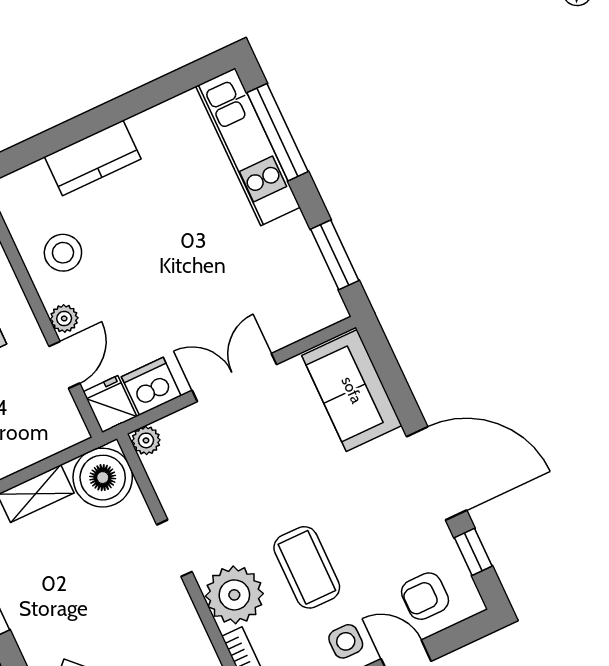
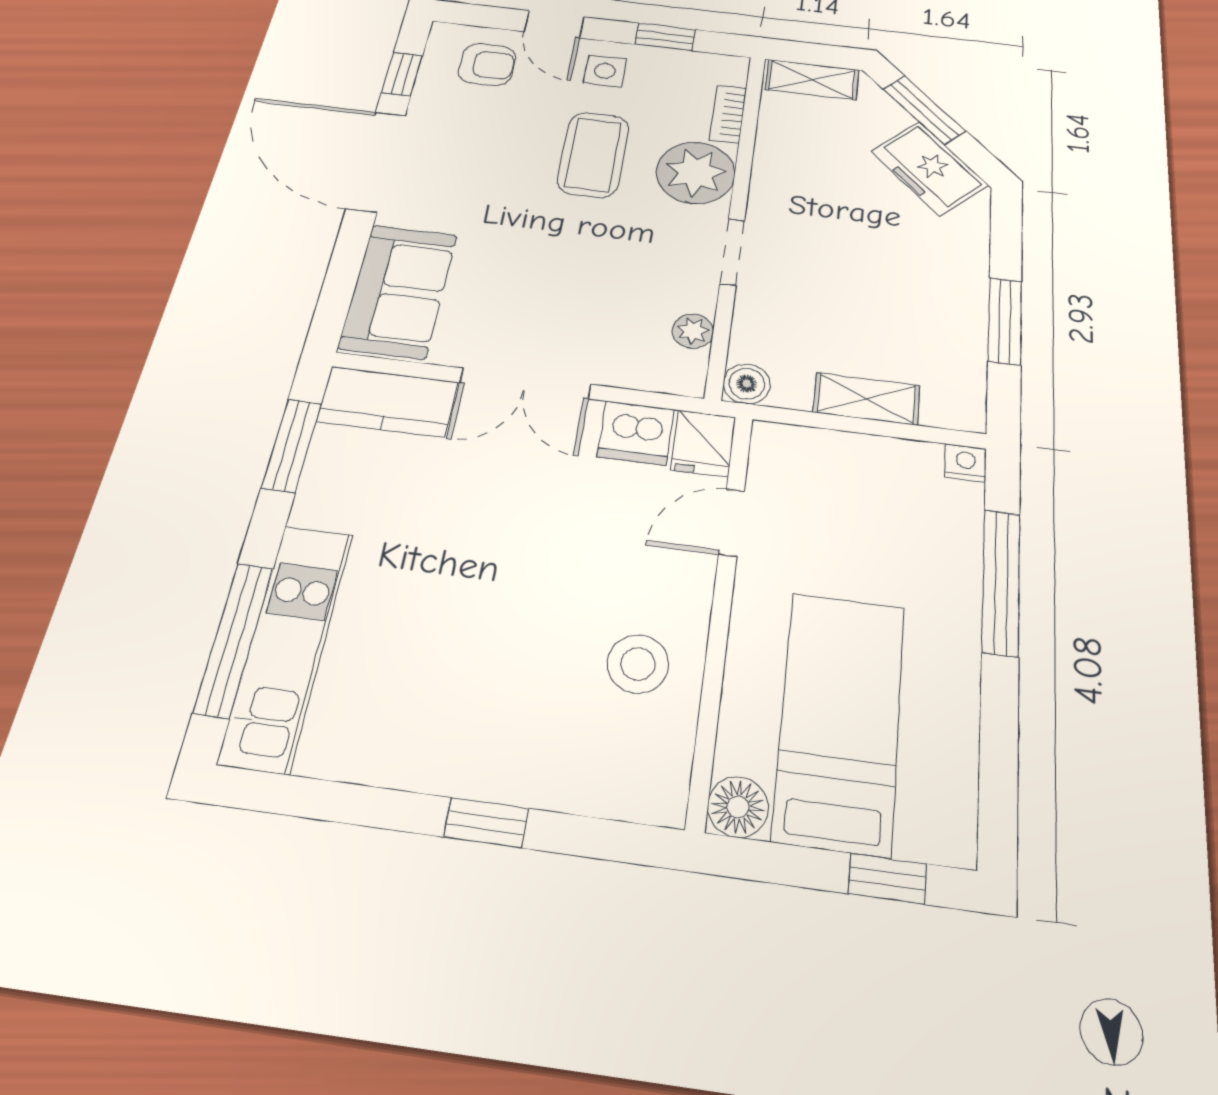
window: (84, 126) -> (486, 823), added
kitchen counter: (93, 158) -> (387, 402), moved, turned 180
plant: (64, 318) -> (693, 579), removed
plant: (146, 440) -> (693, 331), moved
boiler: (103, 478) -> (747, 384), width x0.54, depth x0.54

